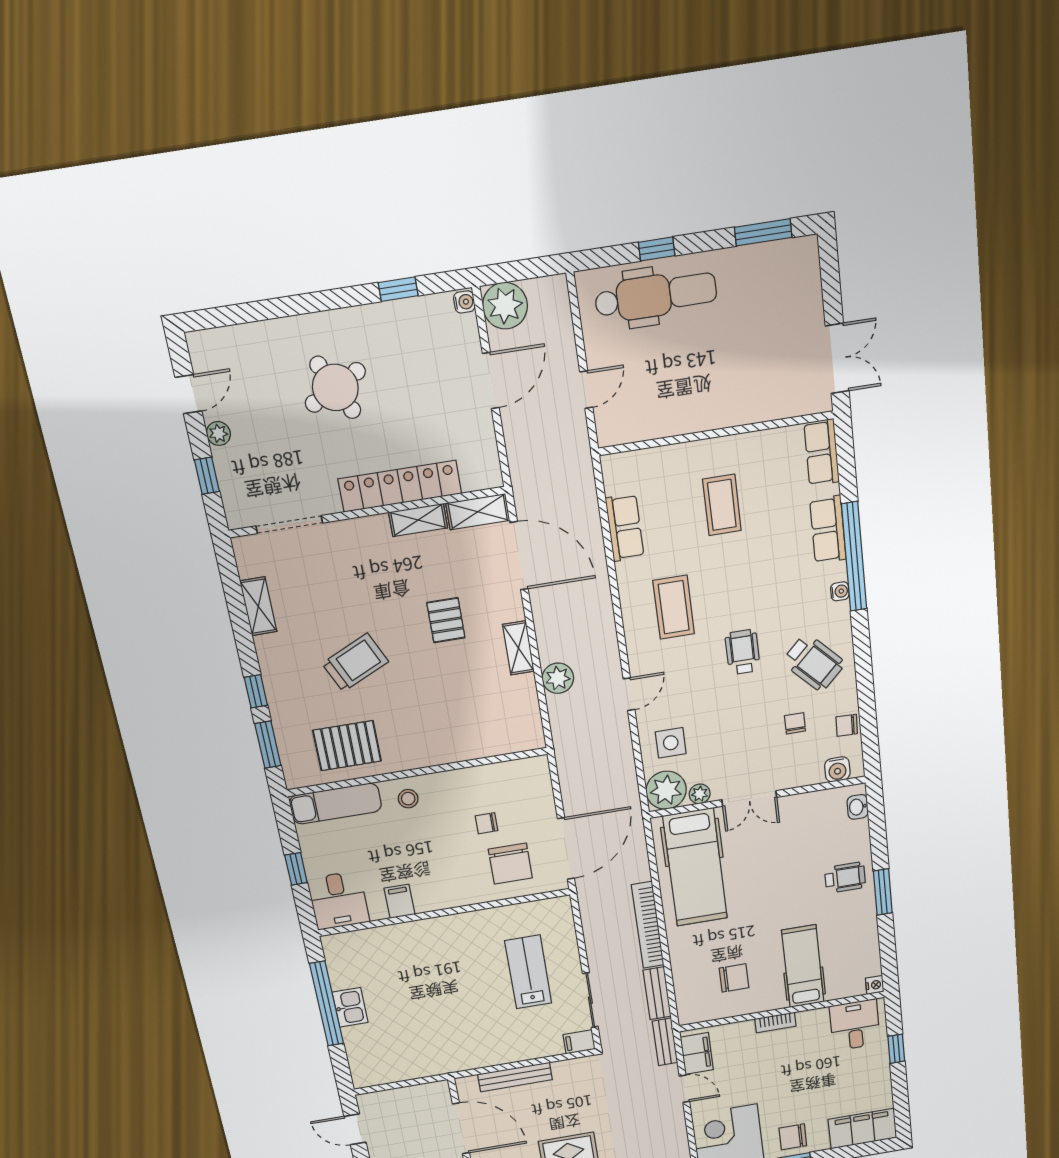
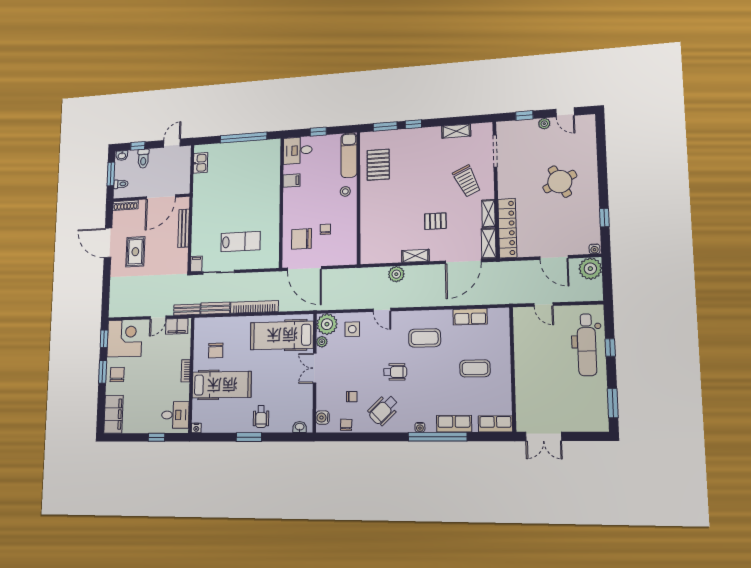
locker: (400, 486) -> (507, 228), moved
trolley: (355, 663) -> (467, 181), moved
hospital bed: (803, 966) -> (222, 385), width x1.37, depth x1.29
kitchen sink: (350, 1007) -> (200, 163), moved, turned -90

